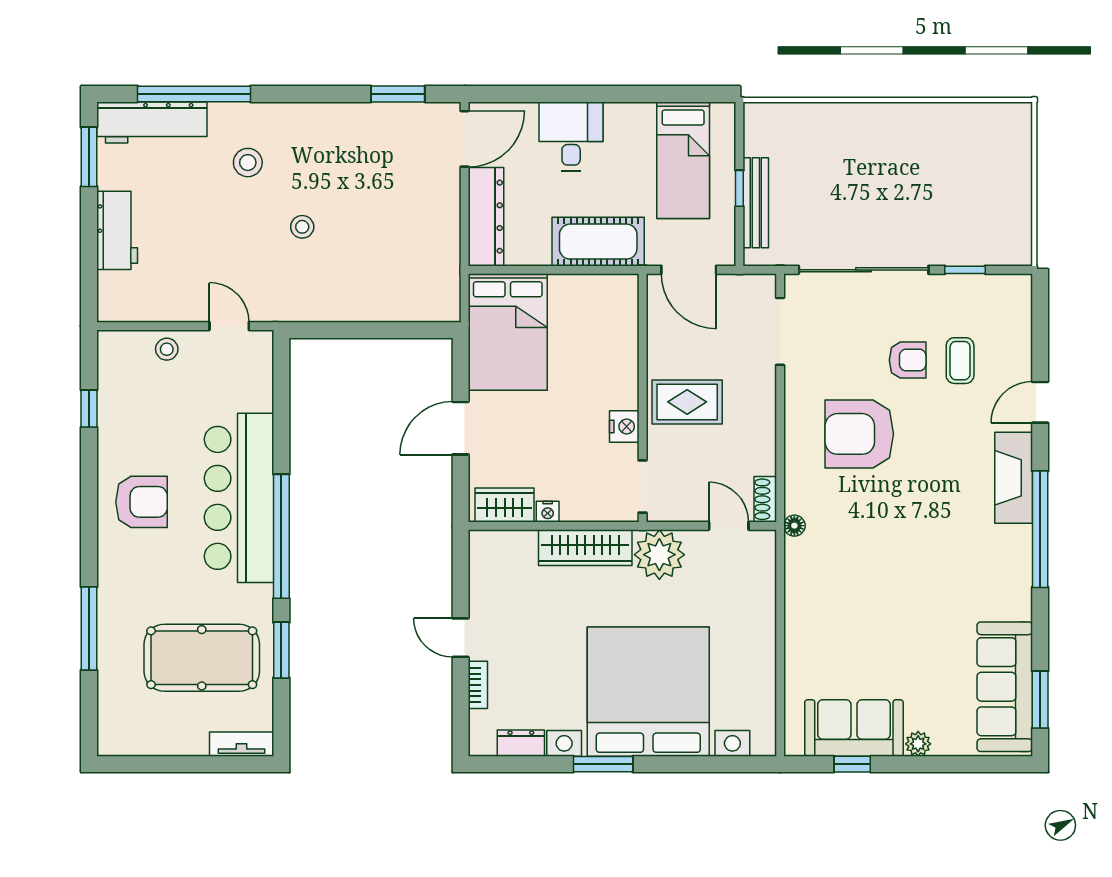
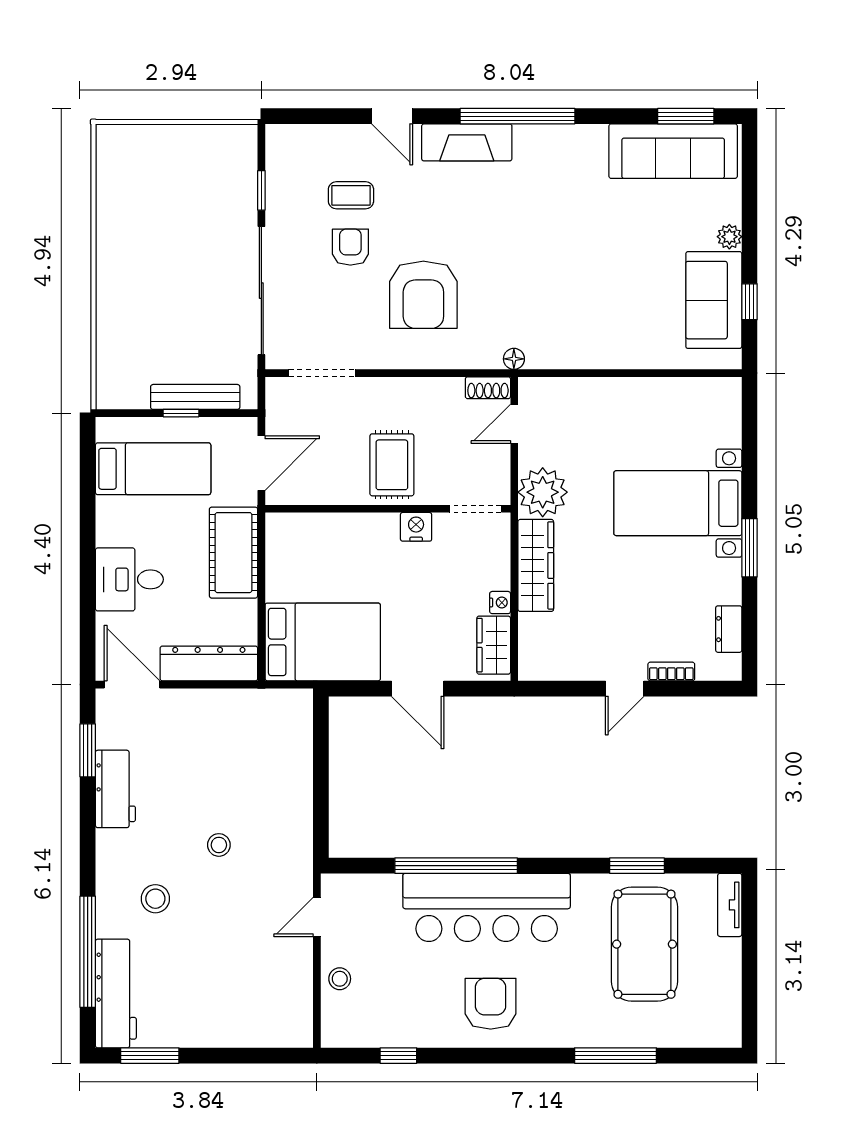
workbench: (117, 230) -> (115, 789), moved, turned 90
window: (281, 536) -> (456, 866), moved
bed with nightstands: (648, 692) -> (678, 503), width x0.54

